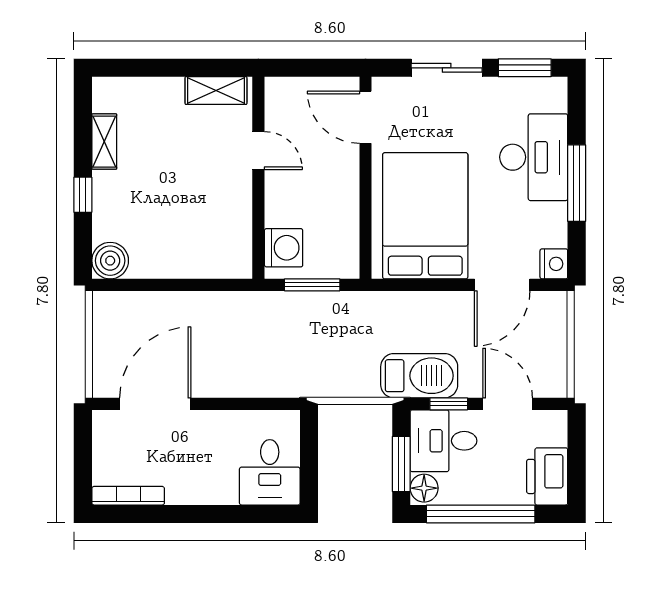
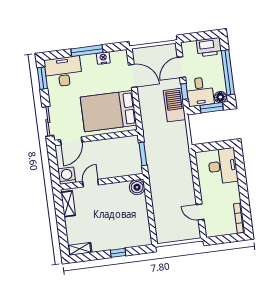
sliding door: (447, 68) -> (48, 121), moved
shelving: (104, 142) -> (80, 249), moved
desk: (534, 157) -> (63, 72), moved
washing machine: (284, 248) -> (67, 176), moved
boiler: (110, 261) -> (137, 187), moved
nightstand: (554, 264) -> (103, 58), moved
door: (155, 404) -> (200, 212), width x0.53
desk: (270, 472) -> (223, 166), width x1.37

